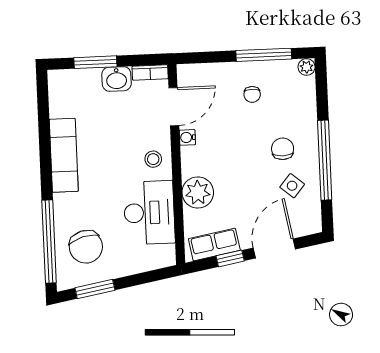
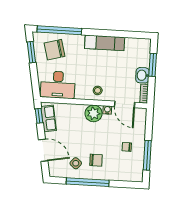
plant: (307, 67) -> (138, 178), removed
plant: (198, 192) -> (94, 113), moved
desk: (149, 213) -> (58, 85), moved
window: (230, 258) -> (39, 116), moved

